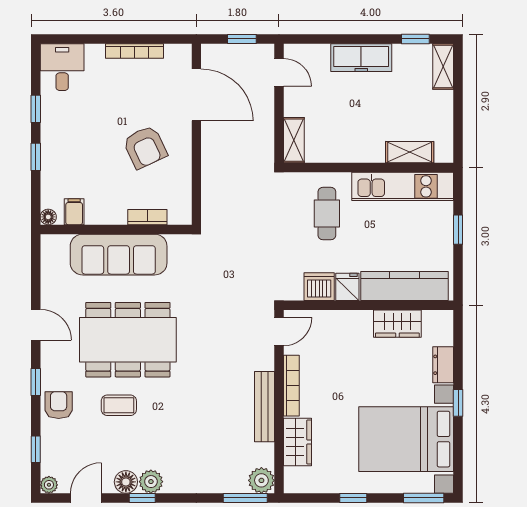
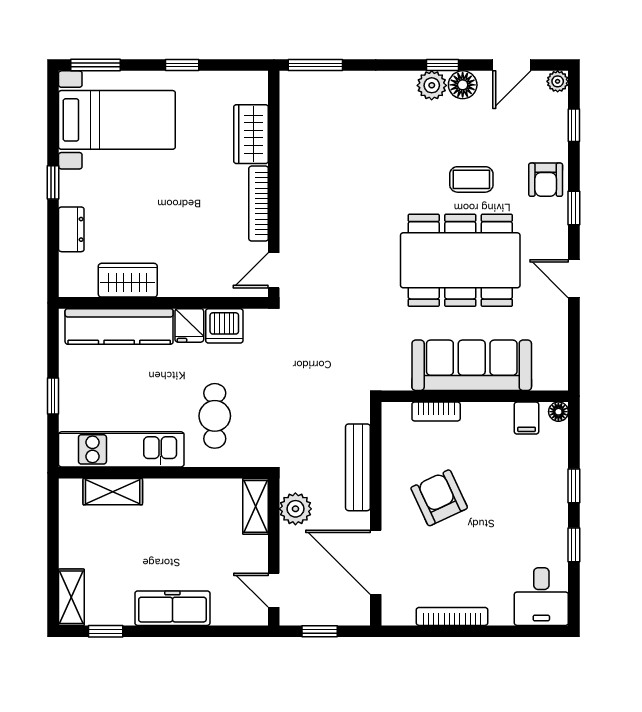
bench: (265, 407) -> (358, 467), moved
bed with nightstands: (406, 439) -> (117, 120), width x0.73
plant: (261, 480) -> (295, 509), moved

